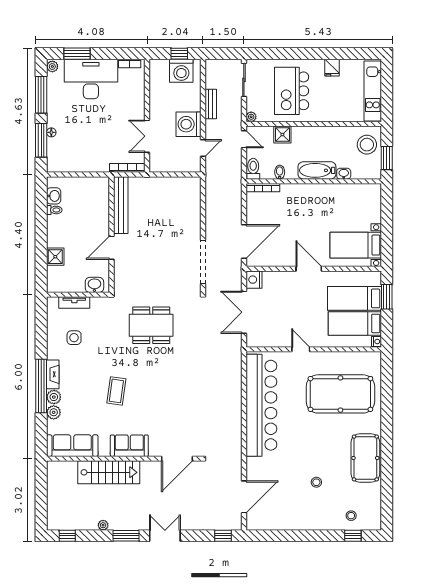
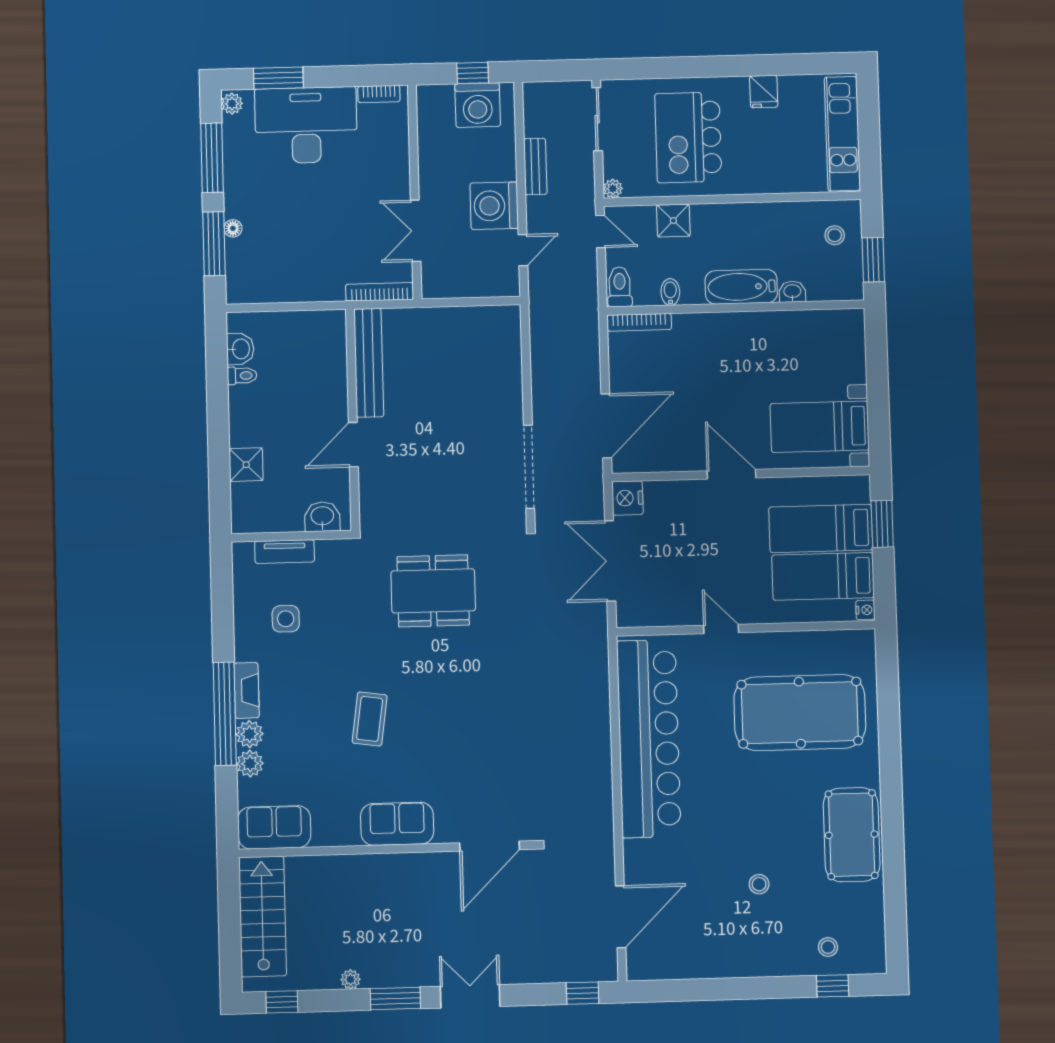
stool: (367, 145) -> (835, 235), width x0.53, depth x0.53
sofa: (72, 446) -> (274, 827), width x0.73
stairs: (109, 472) -> (263, 917), moved, turned -90

